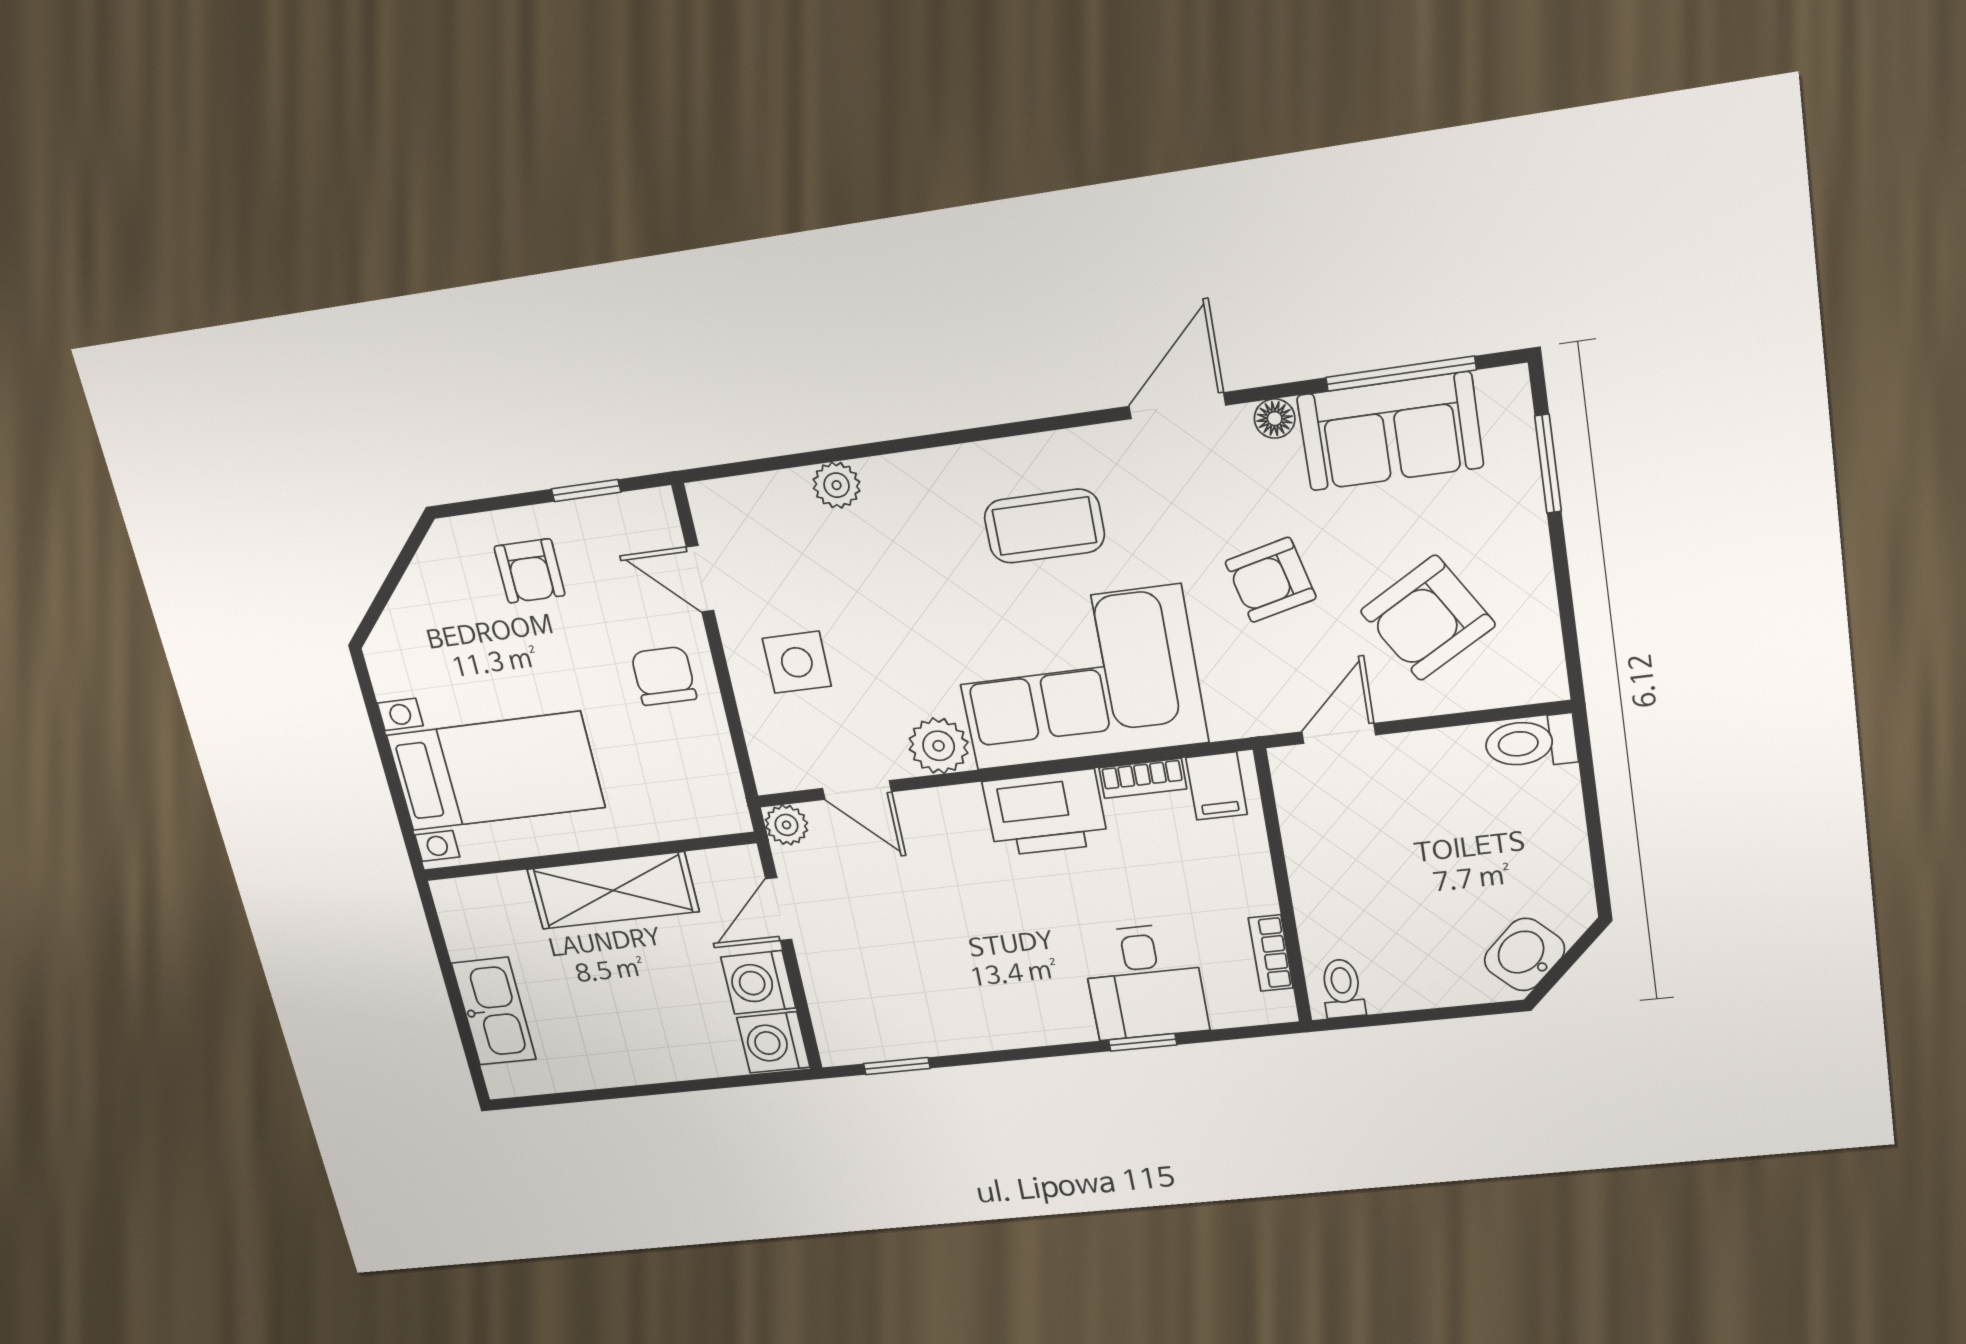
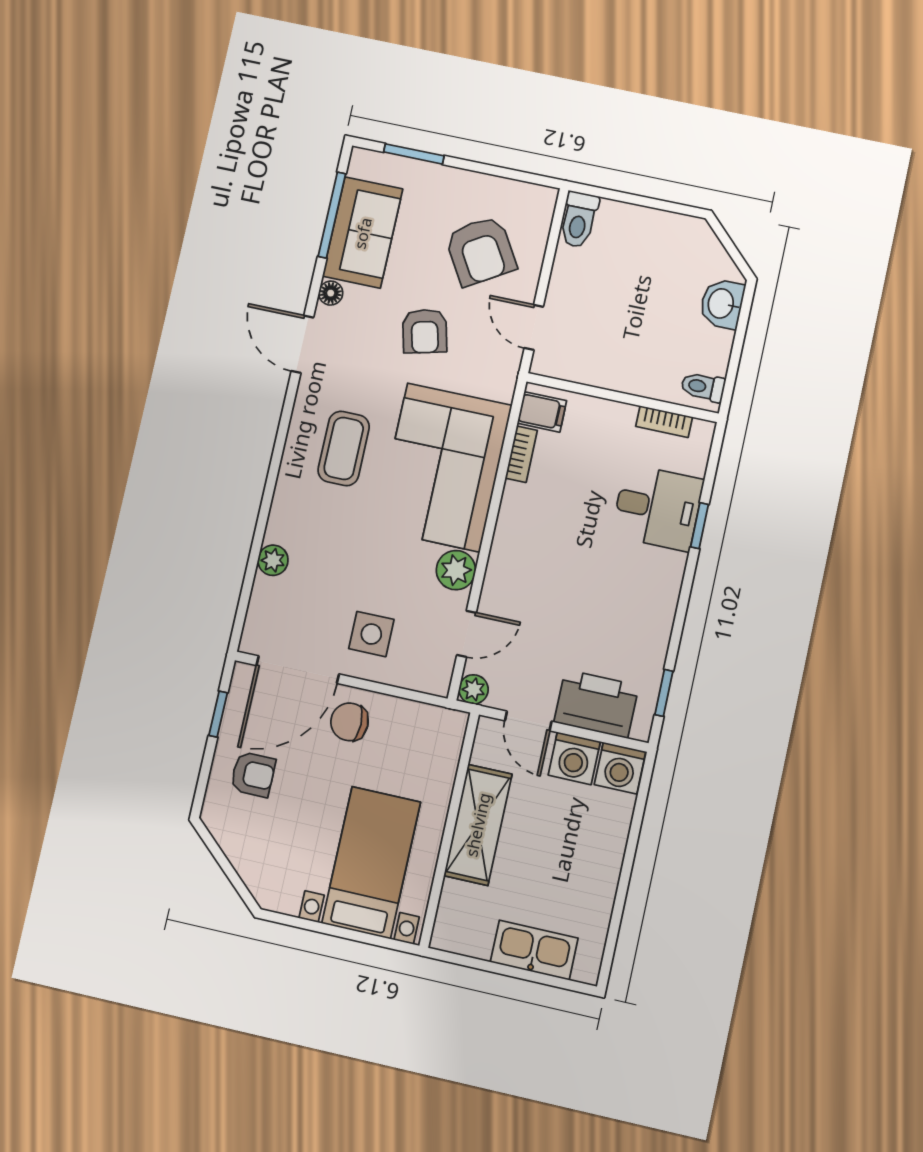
door: (700, 579) -> (298, 670), width x1.87
printer: (1045, 813) -> (596, 704), moved, turned -90
washbasin: (1524, 955) -> (722, 304), moved, turned 45

